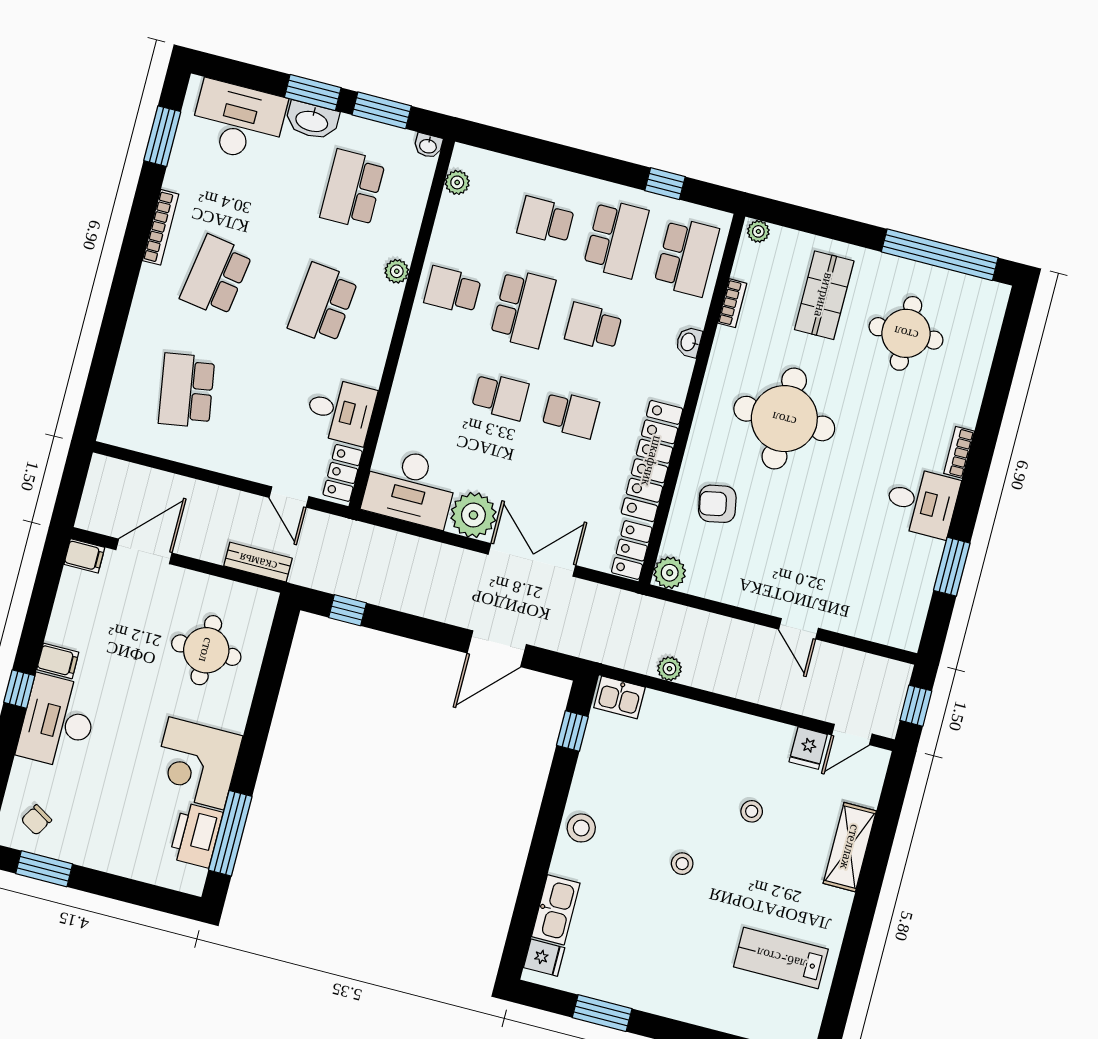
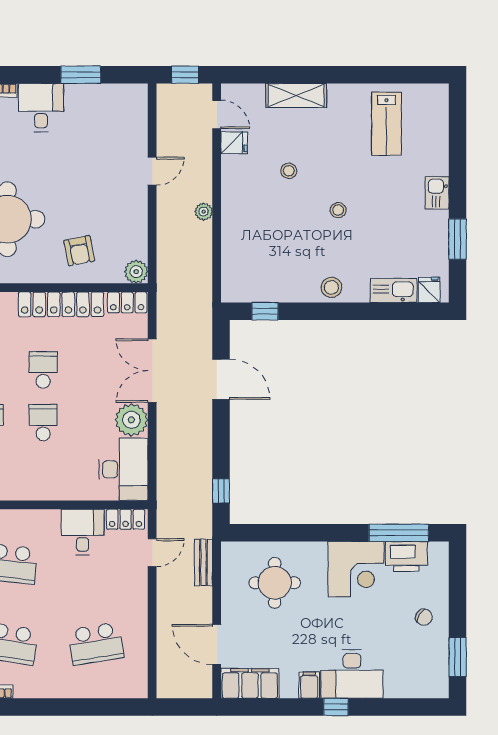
filing cabinet: (84, 556) -> (250, 683), width x3.00, depth x1.17
plant: (669, 669) -> (204, 212), moved
kitchen sink: (619, 697) -> (437, 193), moved, turned 180
chair: (36, 820) -> (424, 617), moved

